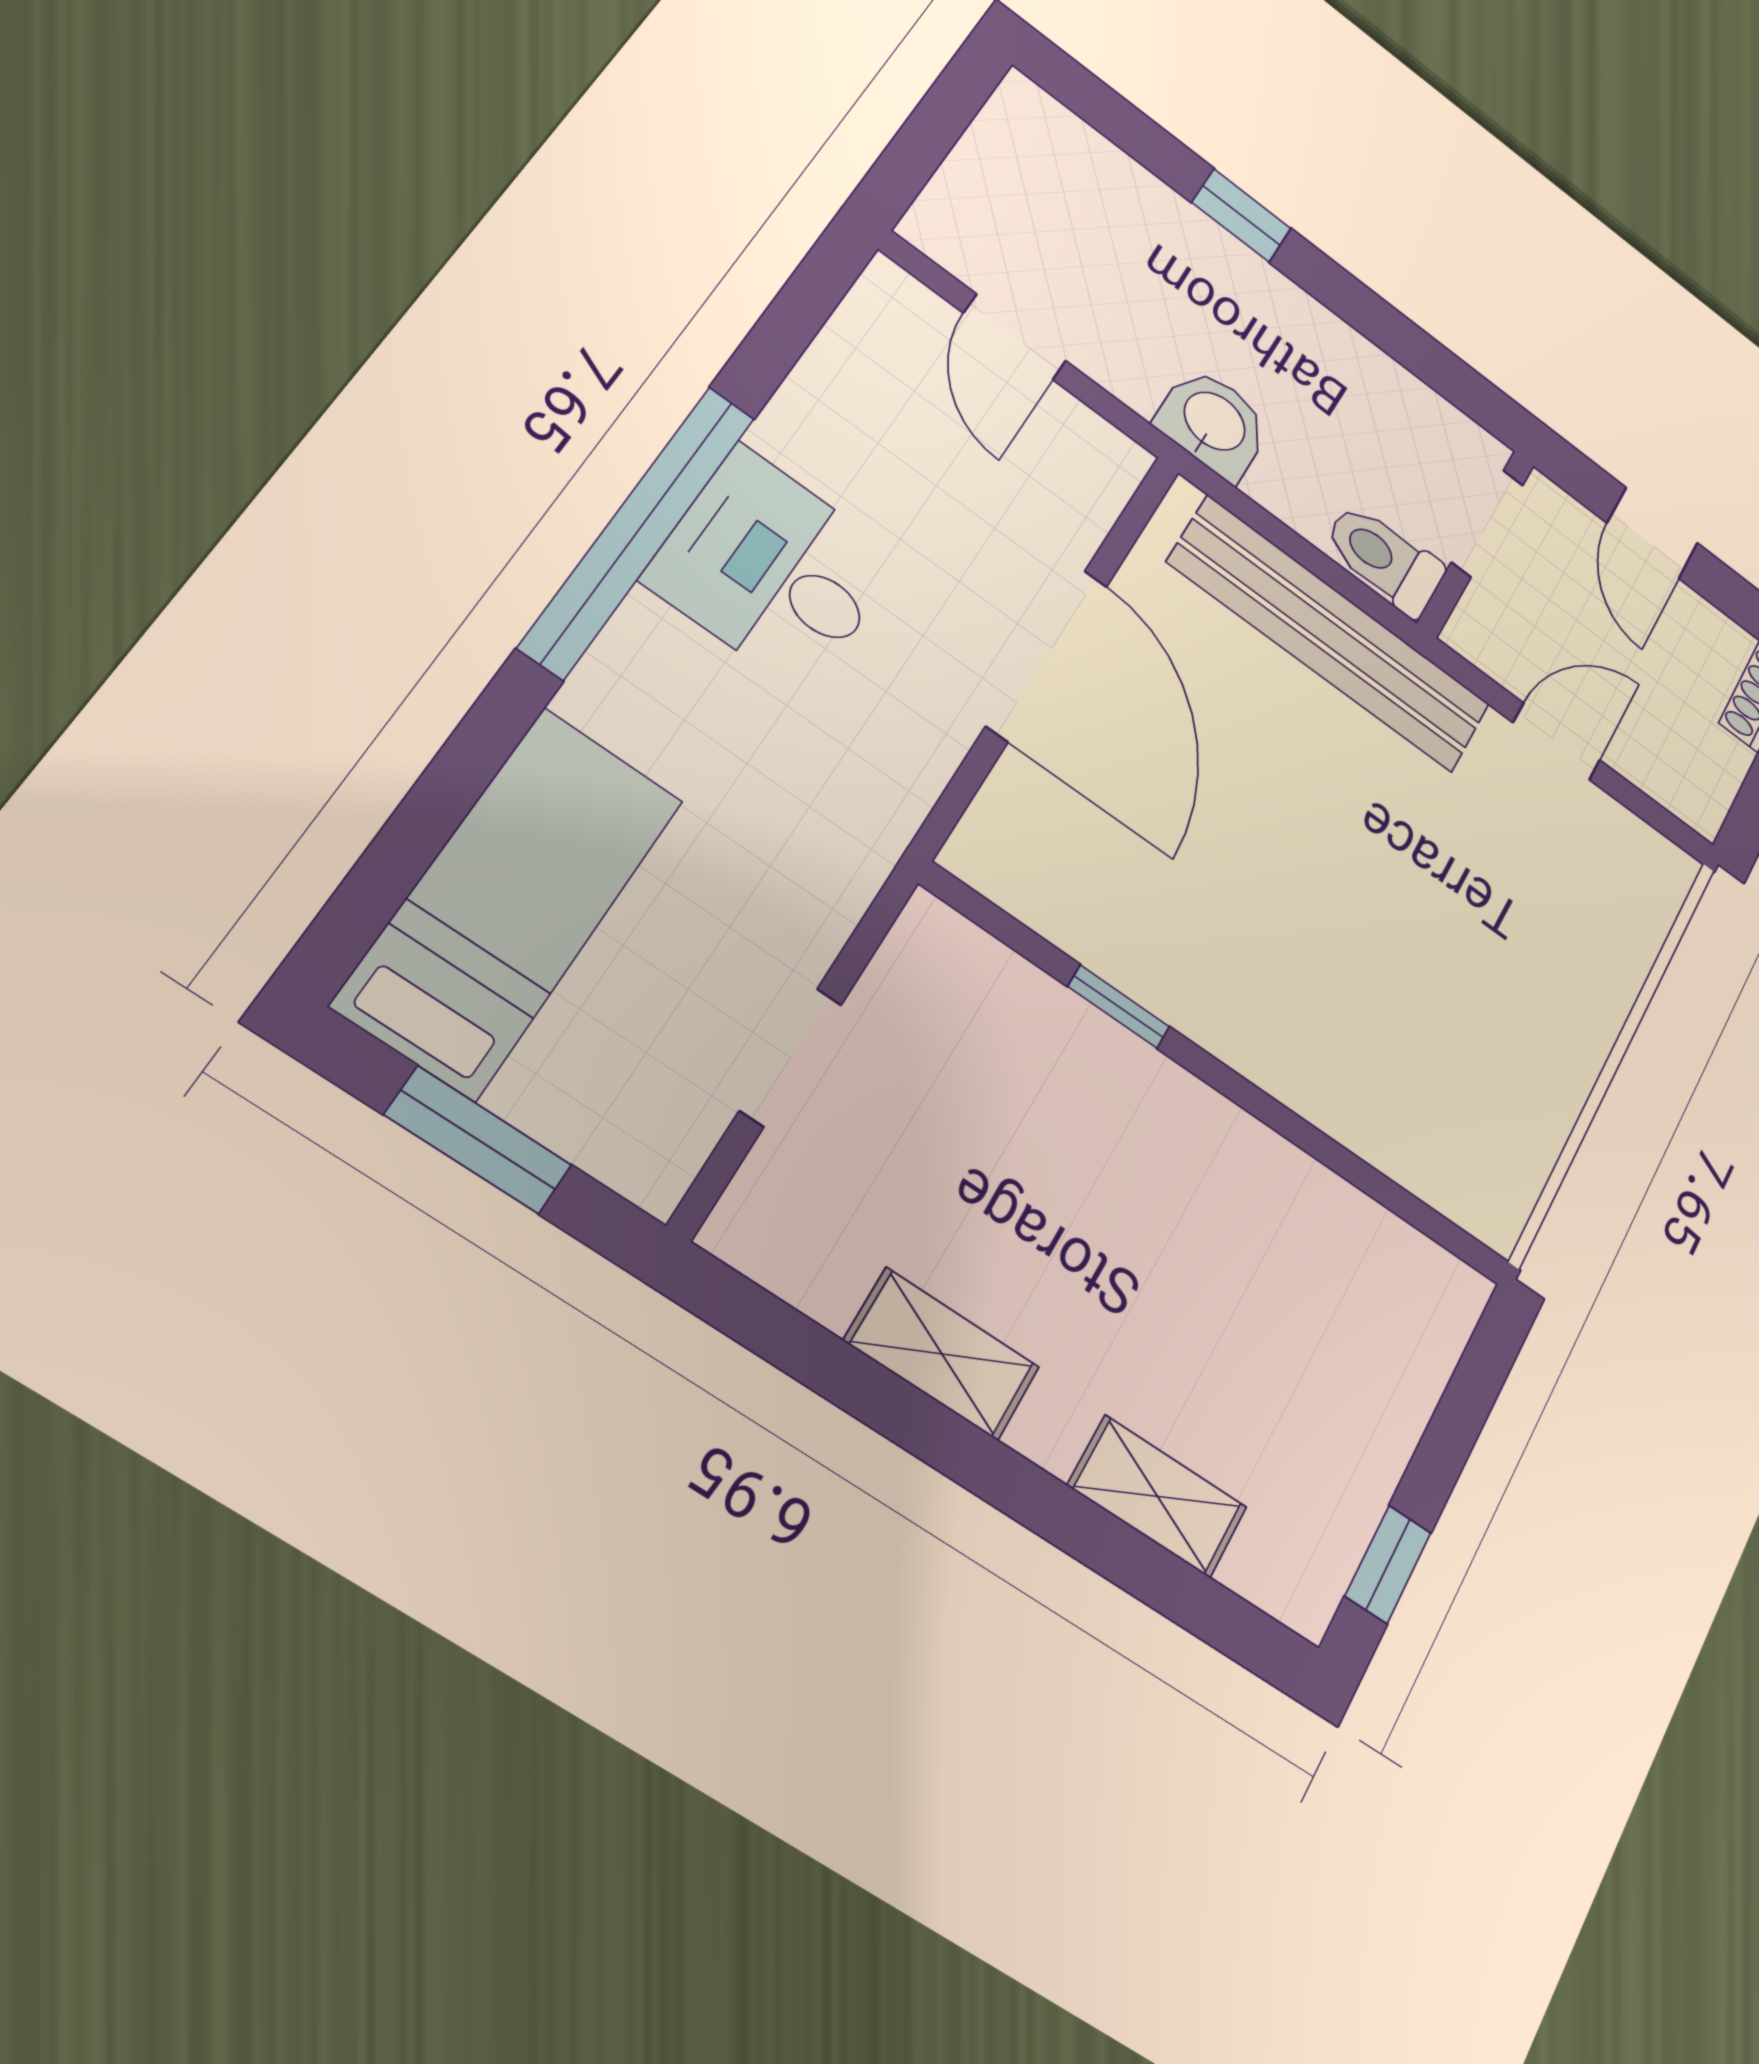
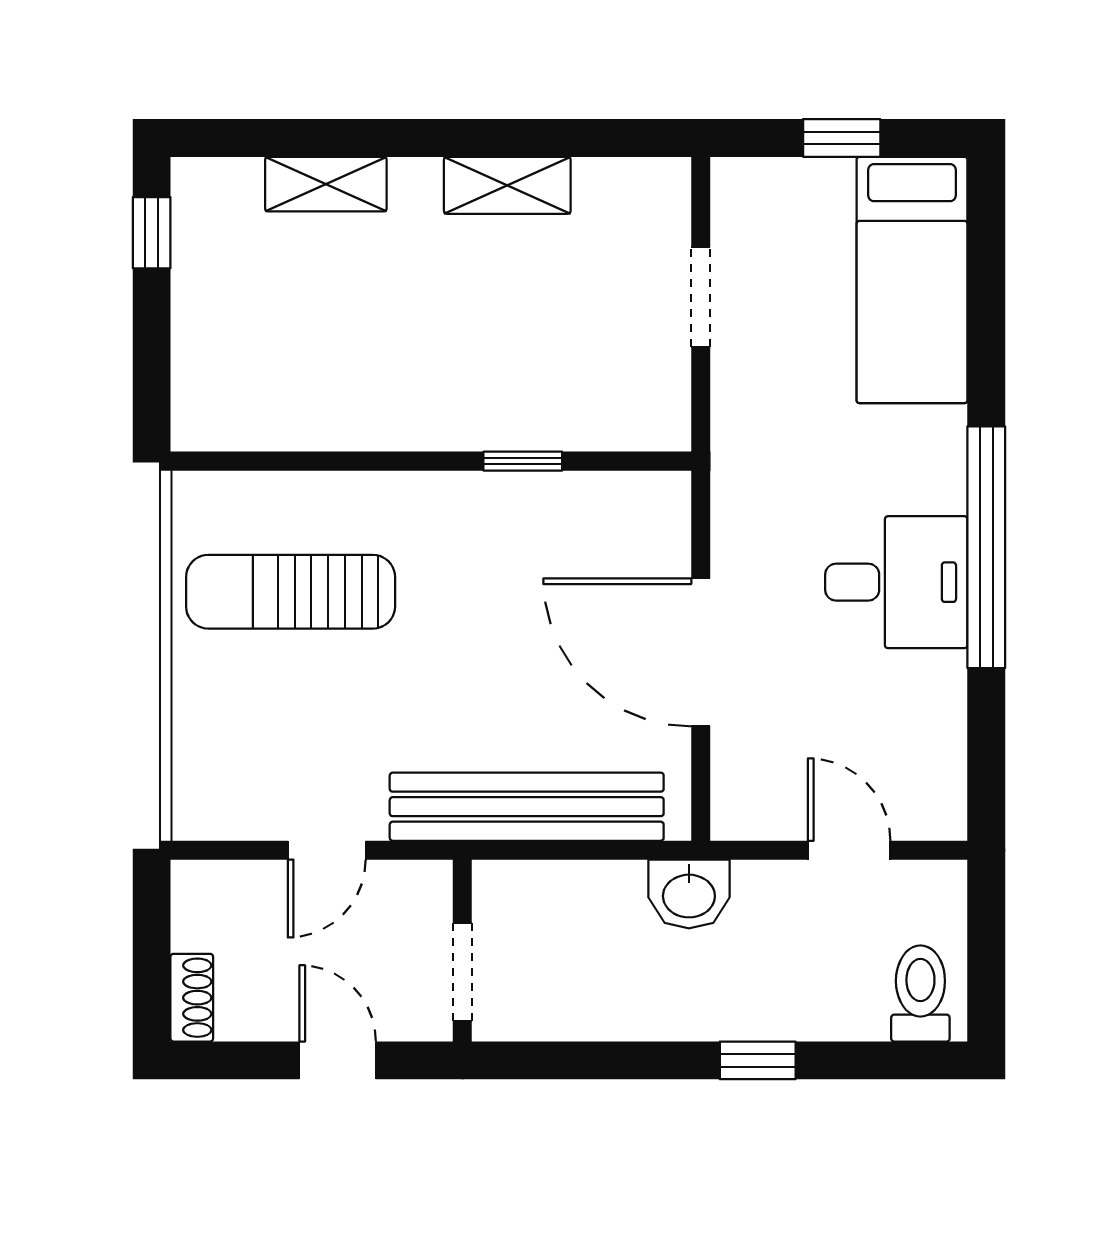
toilet: (1384, 559) -> (920, 993), moved, turned -90
sun lounger: (1452, 1037) -> (291, 592), added
window: (478, 1140) -> (842, 138), width x0.67

